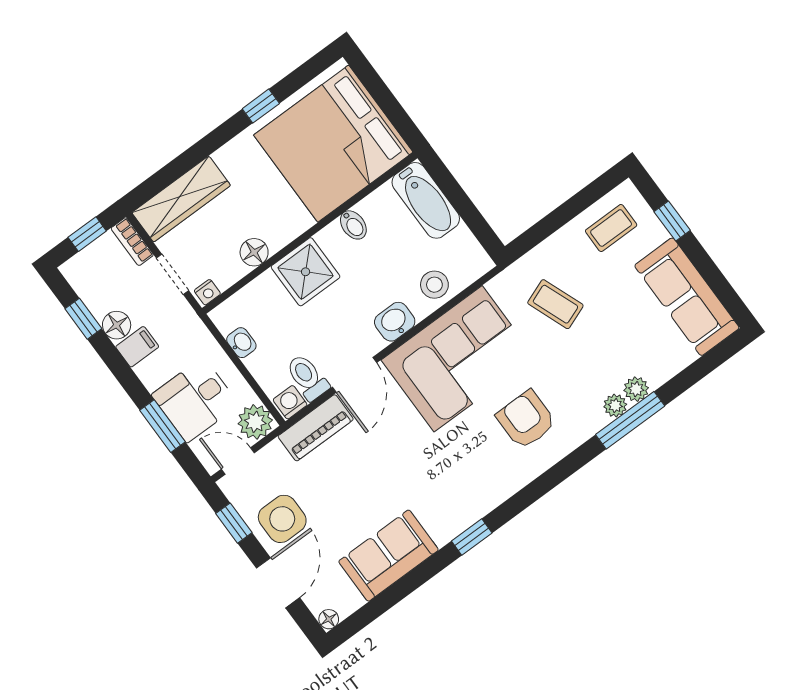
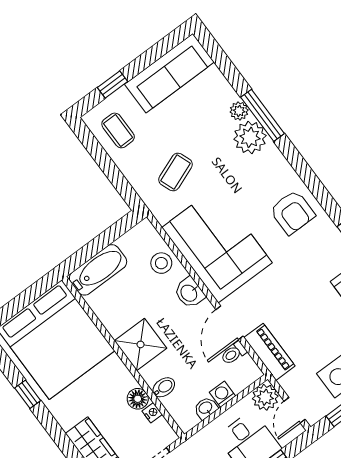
bidet: (353, 225) -> (164, 387), moved
shower: (306, 272) -> (141, 344), moved
nightstand: (207, 292) -> (152, 413), moved
door: (354, 375) -> (229, 323), swing flipped
toilet: (307, 377) -> (234, 353), width x0.73, depth x0.72
washing machine: (290, 402) -> (222, 394), moved, turned 90
plant: (615, 406) -> (250, 137), width x1.88, depth x1.88
armchair: (526, 420) -> (292, 212), moved, turned -90

